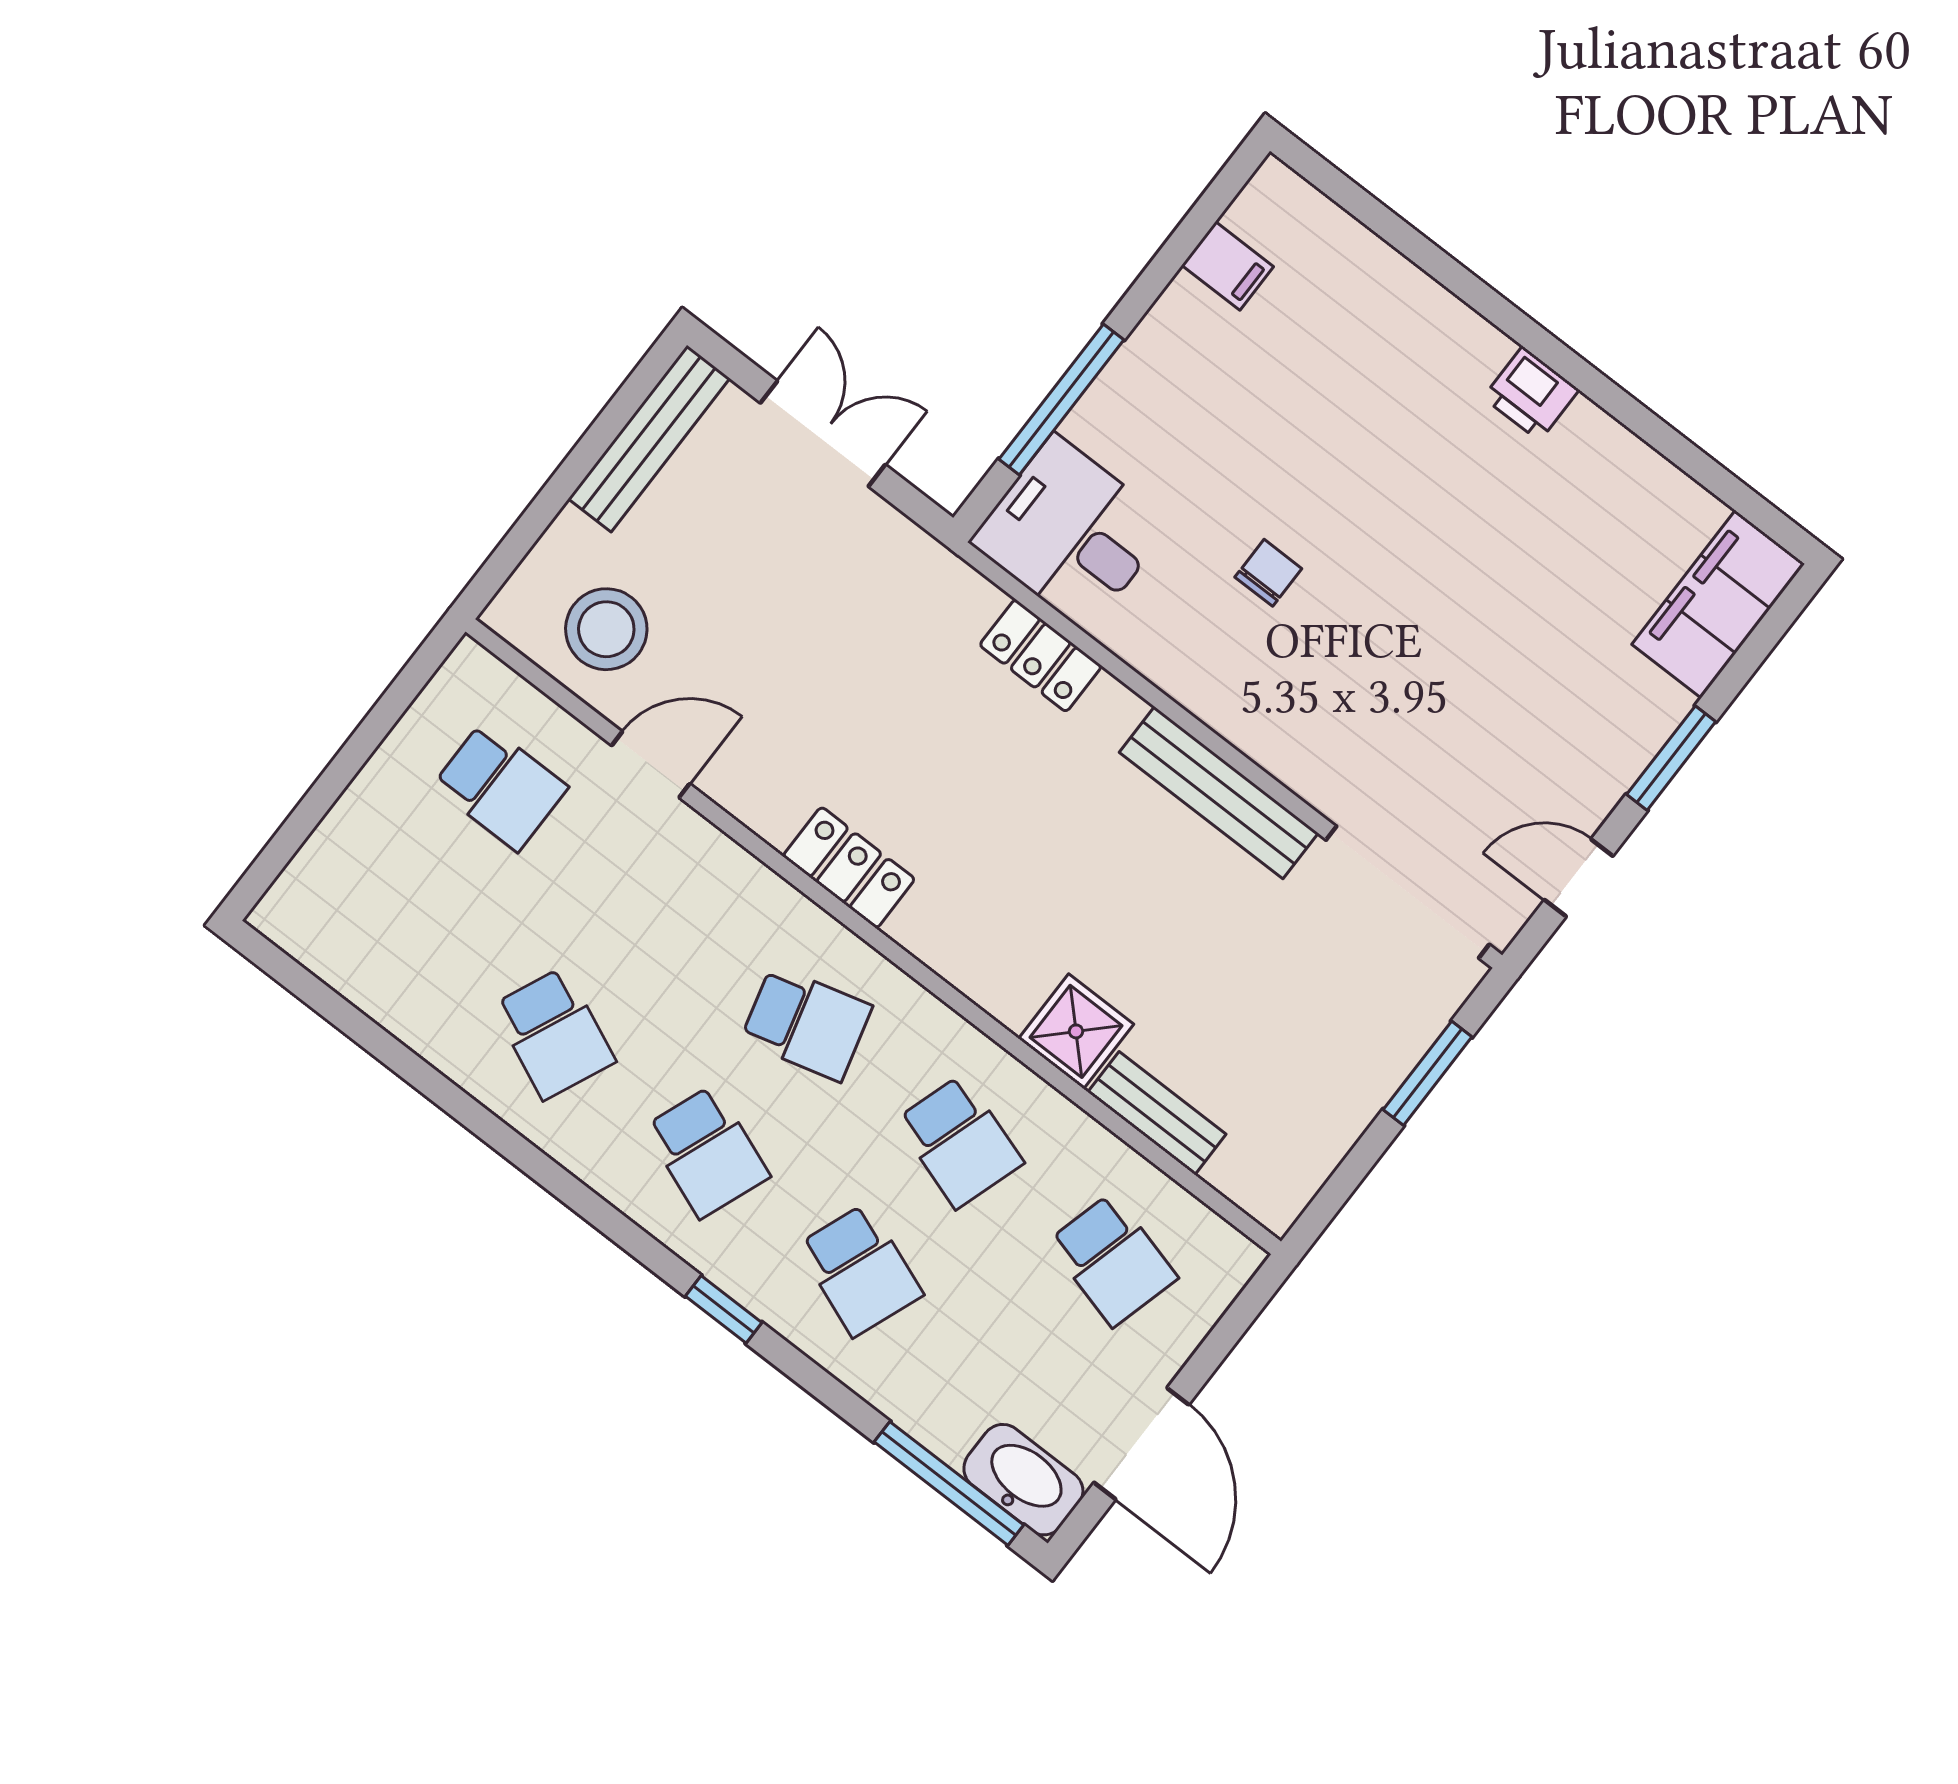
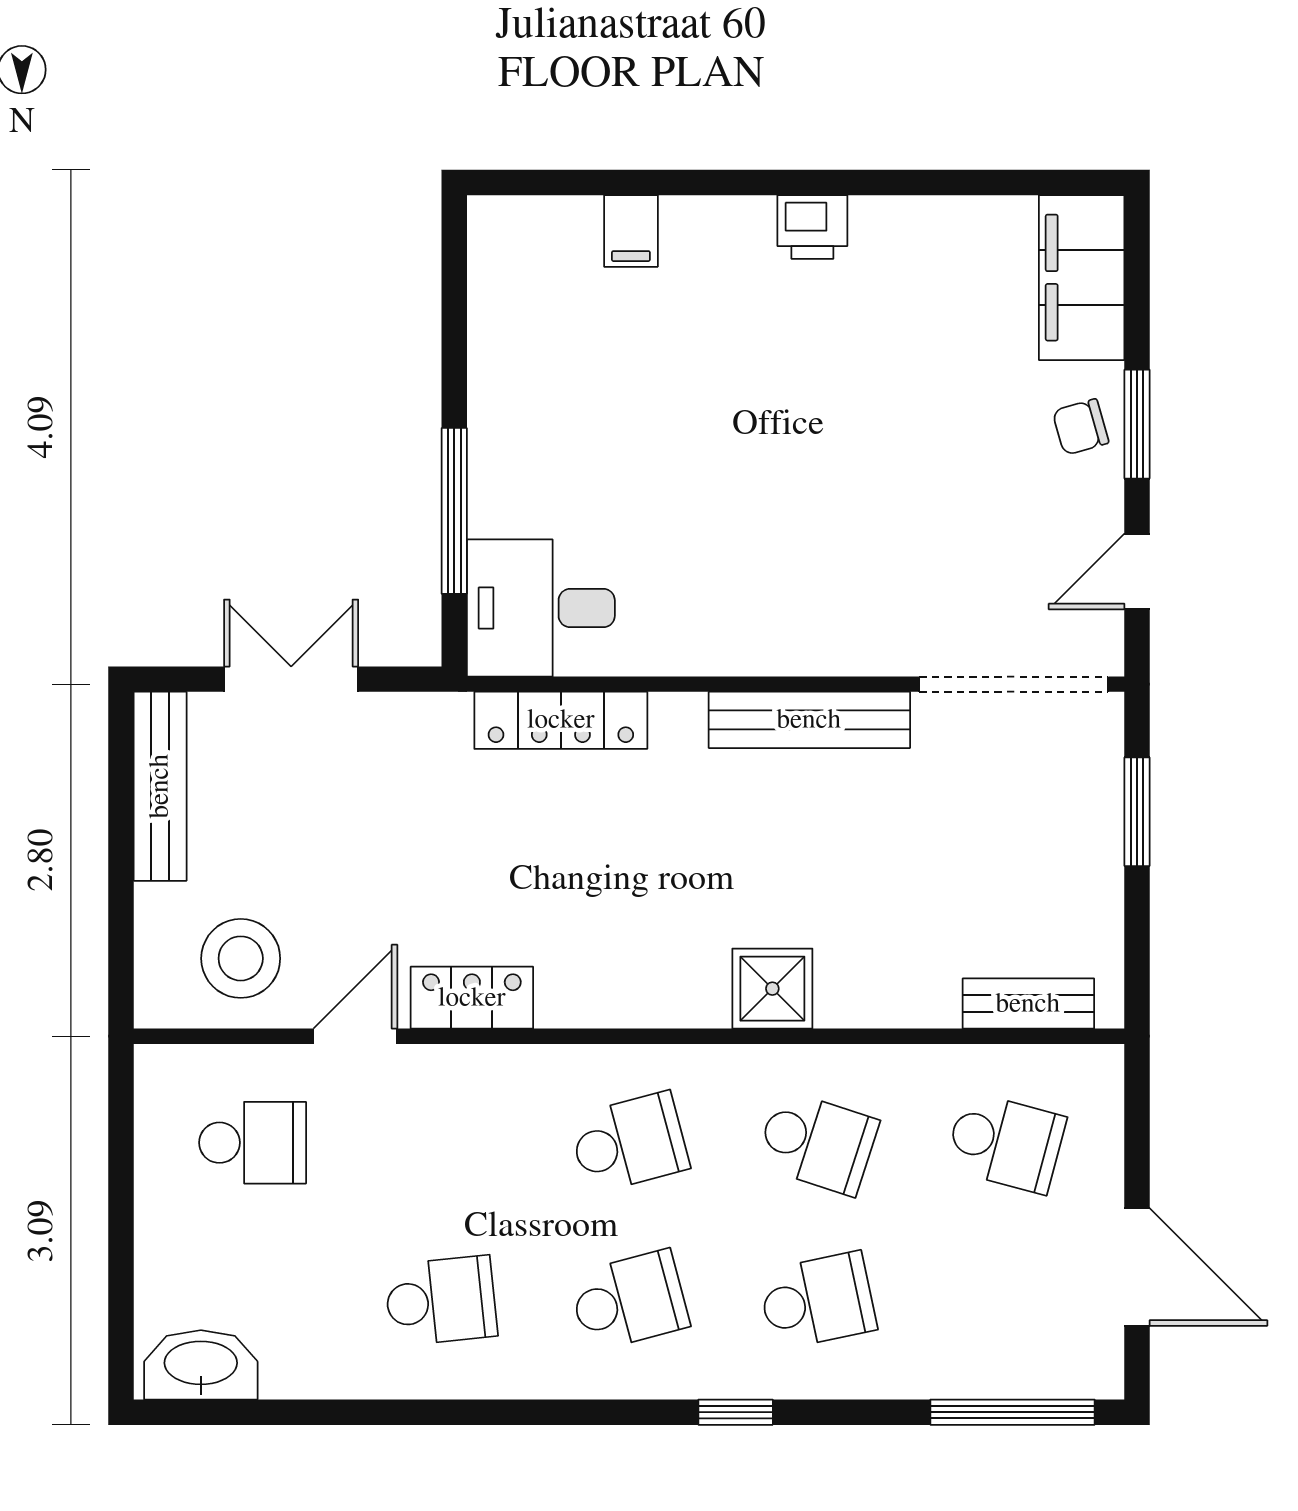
filing cabinet: (1228, 266) -> (631, 231), moved, turned 90
chair: (1268, 573) -> (1081, 427), moved, turned -106
locker: (1041, 656) -> (561, 720), width x1.53
locker: (849, 868) -> (472, 998), moved
shower: (1076, 1031) -> (772, 989), moved
school desk: (554, 1033) -> (441, 1301), turned -30
bench: (1157, 1113) -> (1028, 1004), moved
school desk: (707, 1152) -> (629, 1301), turned -36
school desk: (860, 1270) -> (817, 1301), turned -33
washbasin: (1023, 1480) -> (201, 1365), moved

